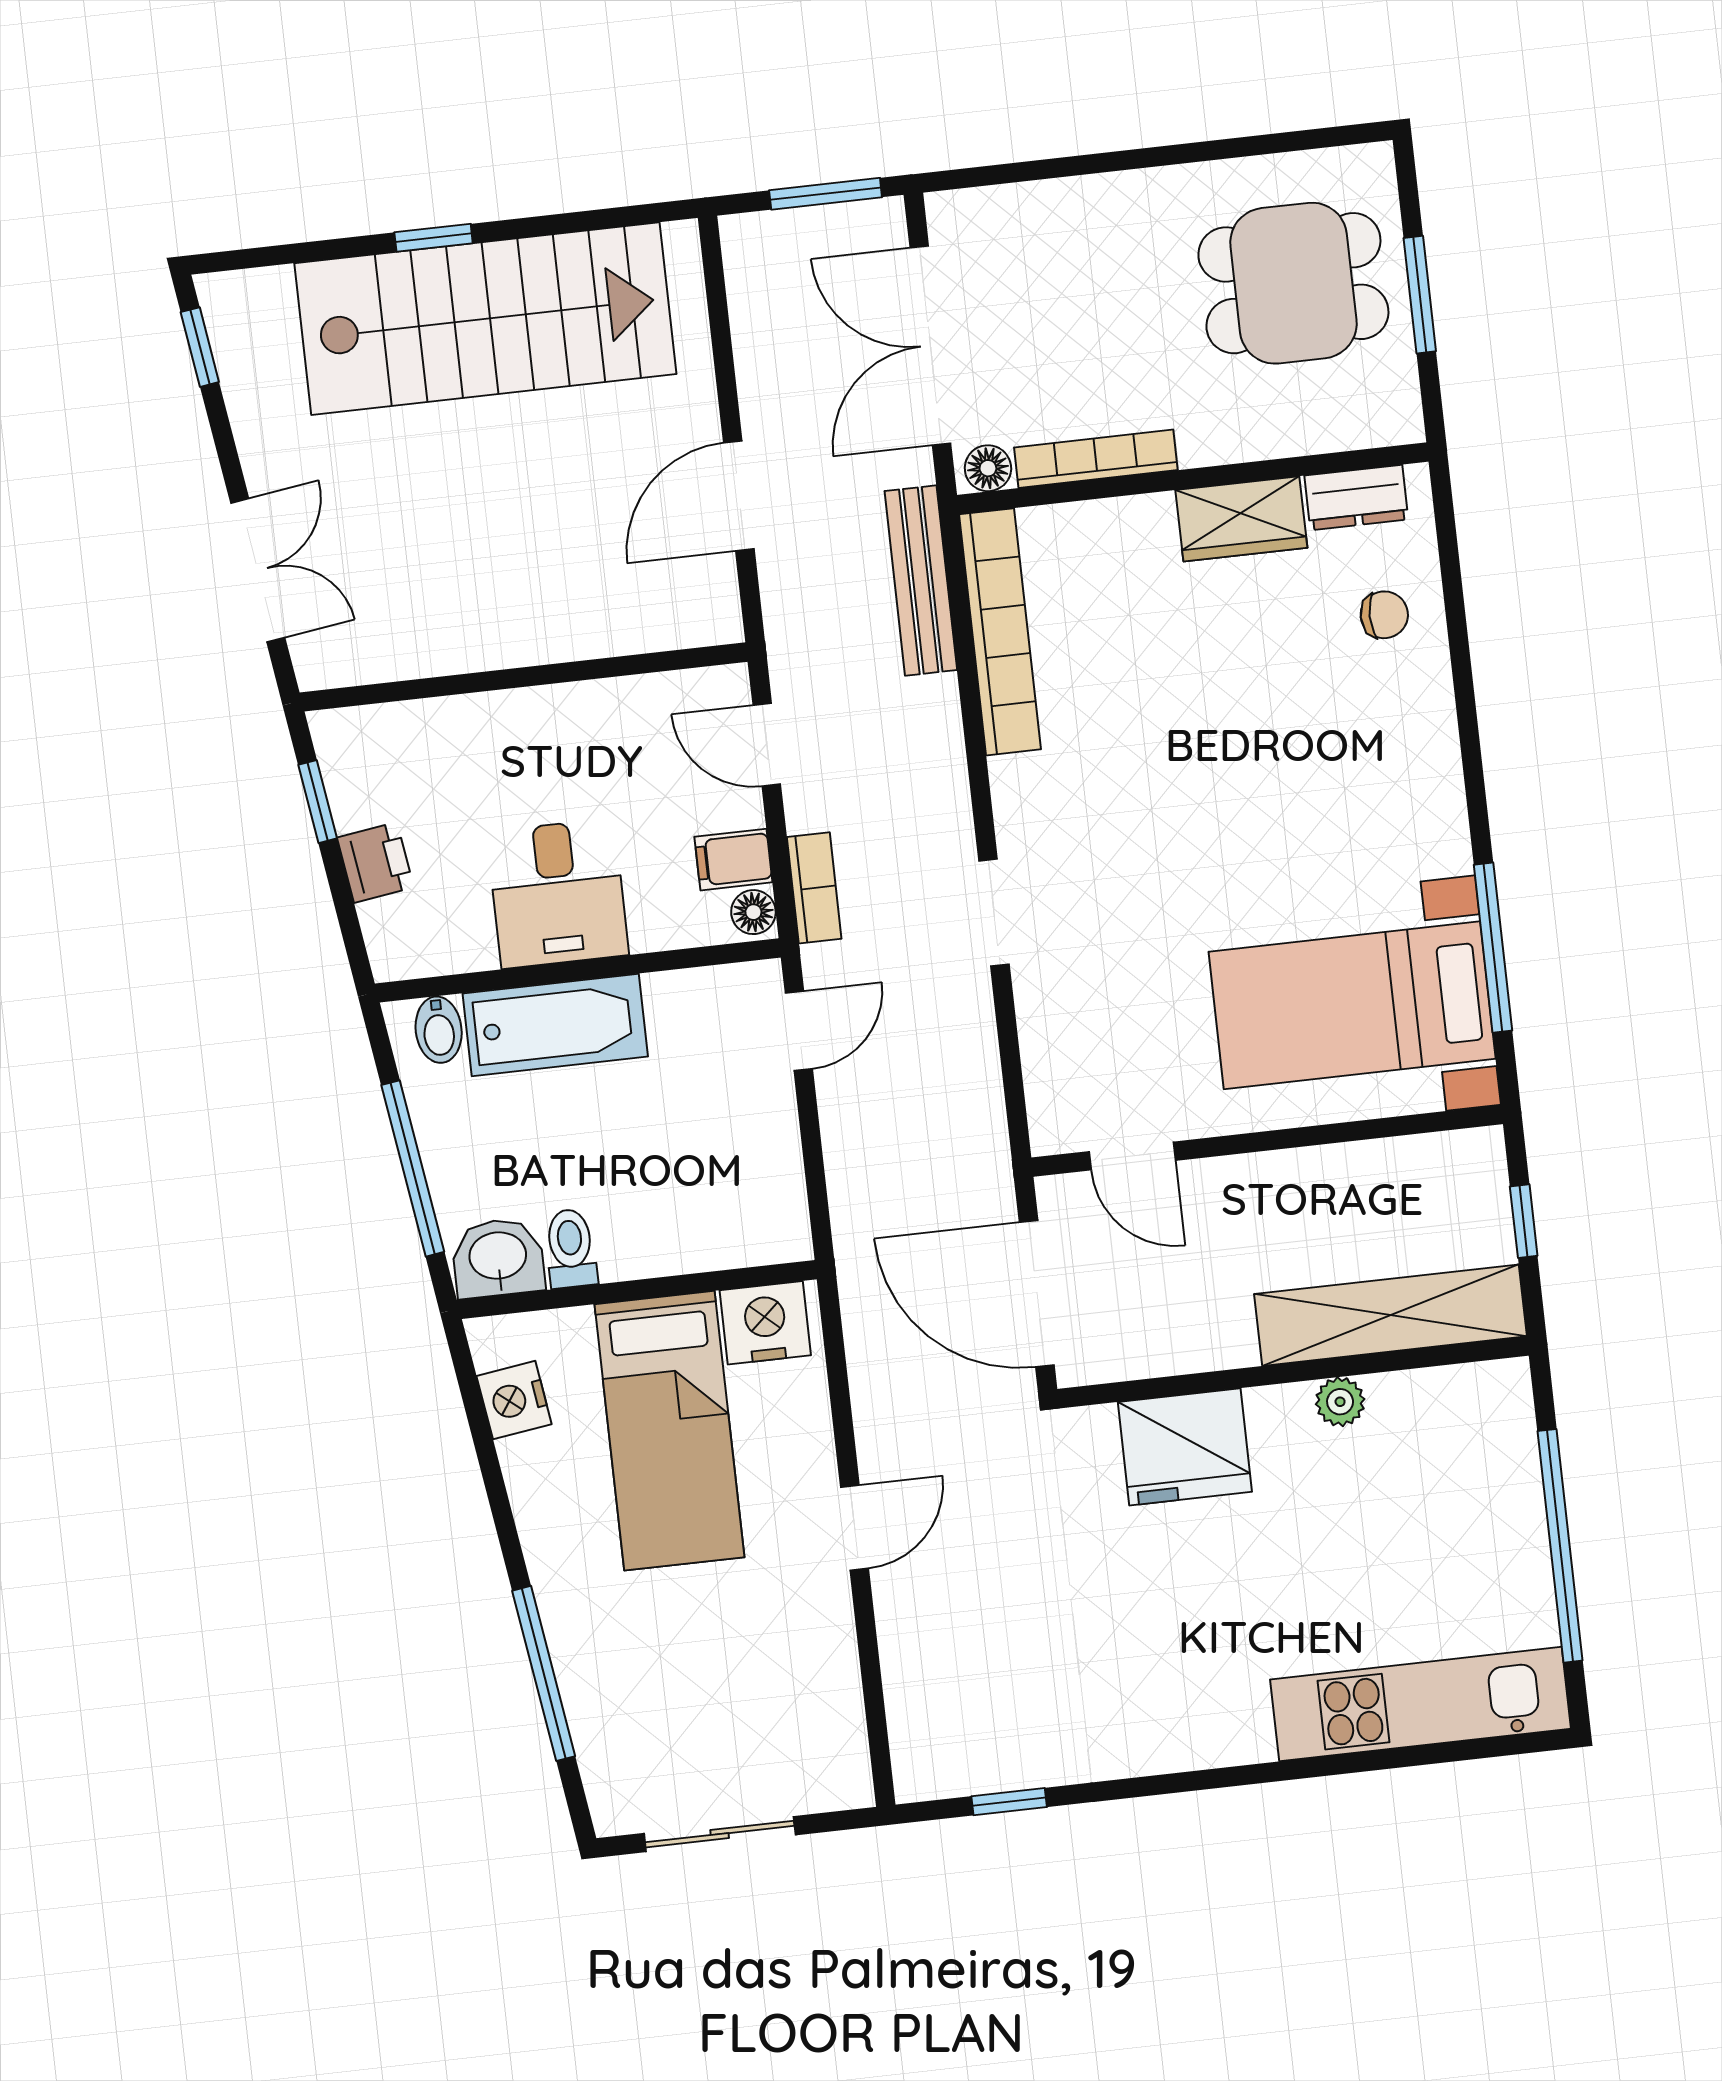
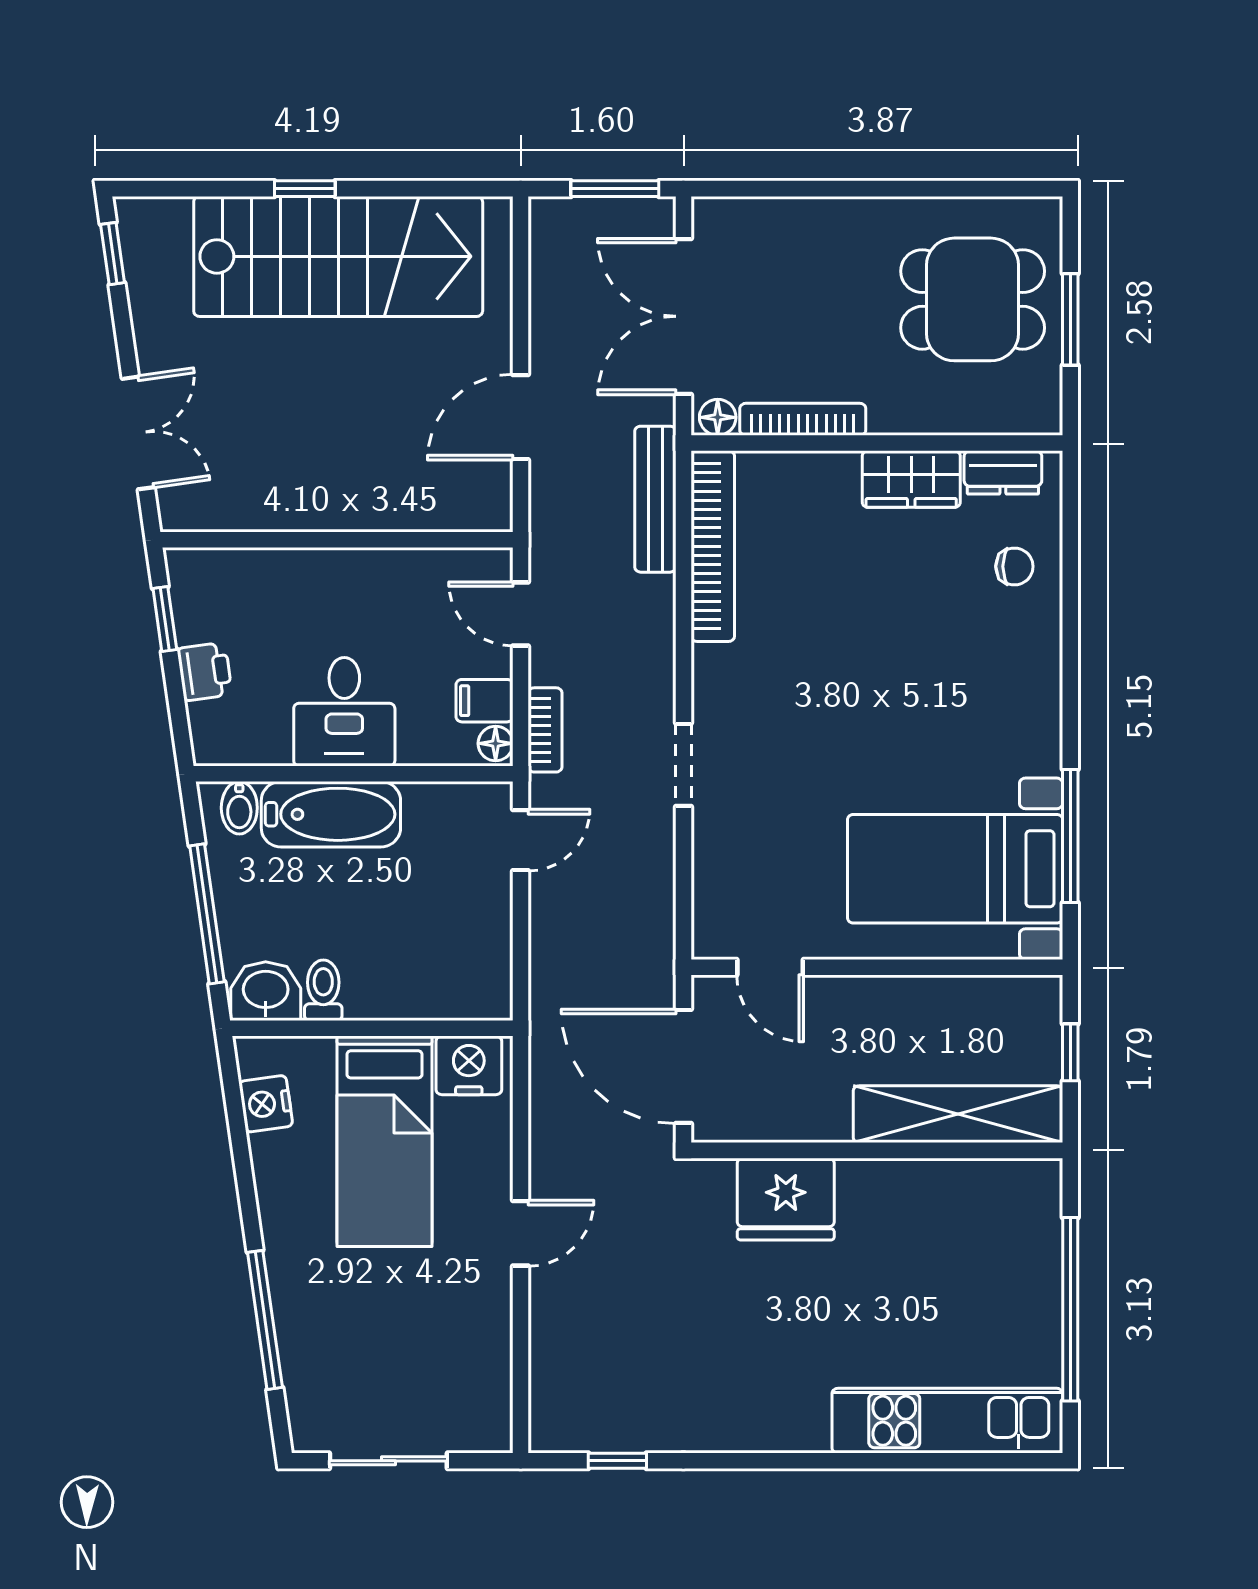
plant: (1340, 1402) -> (911, 1177), removed

